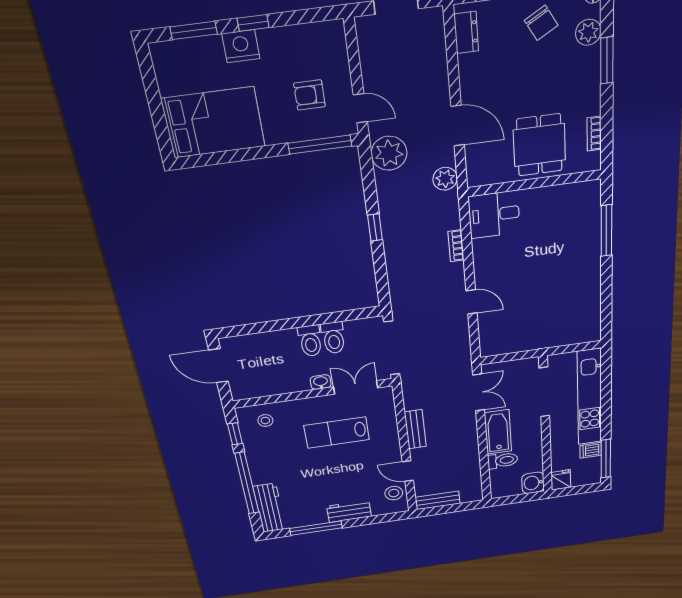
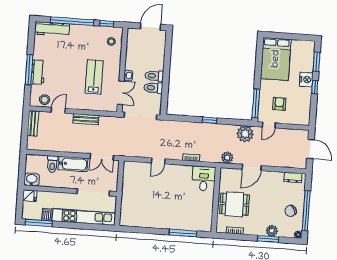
plant: (588, 32) -> (272, 231), moved
window: (316, 528) -> (29, 70), moved

